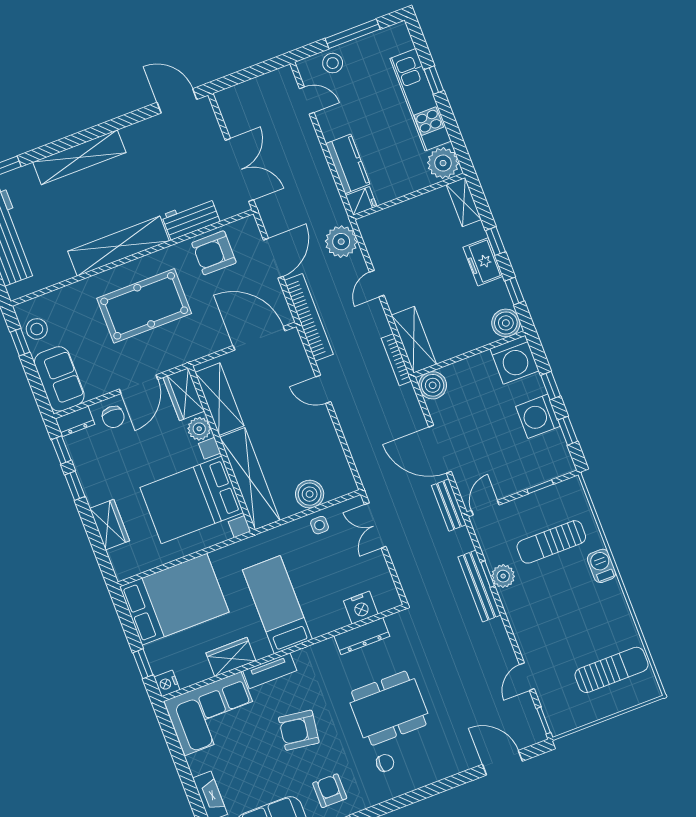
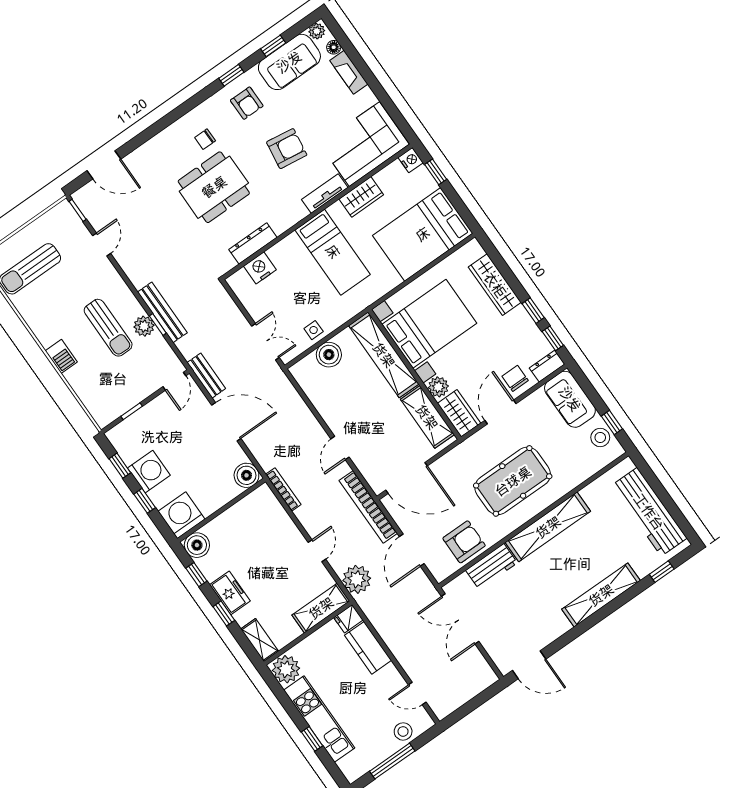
shelving: (414, 340) -> (321, 608), moved, turned 90
door: (323, 389) -> (340, 448), swing flipped
wardrobe: (109, 525) -> (495, 285), width x1.50
sun lounger: (551, 542) -> (108, 328), moved, turned 90

